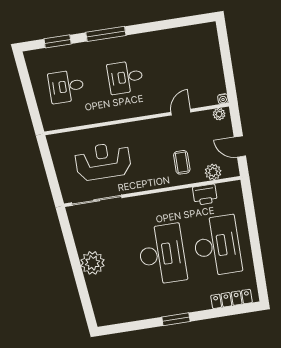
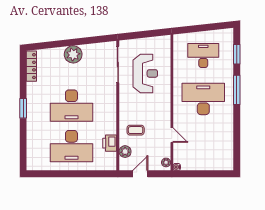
desk: (125, 77) -> (203, 99), width x1.87, depth x1.30
desk: (66, 86) -> (203, 55), width x1.37
locker: (231, 299) -> (31, 66), moved

